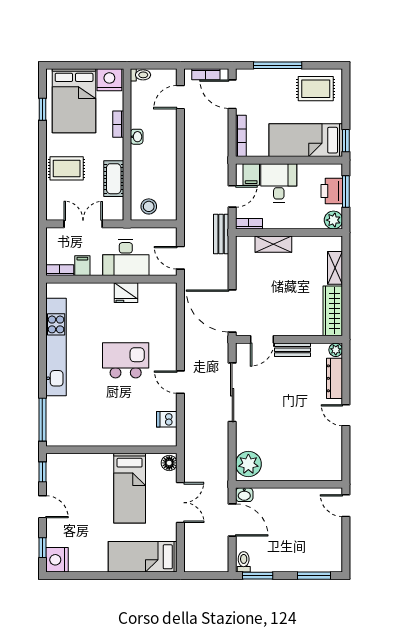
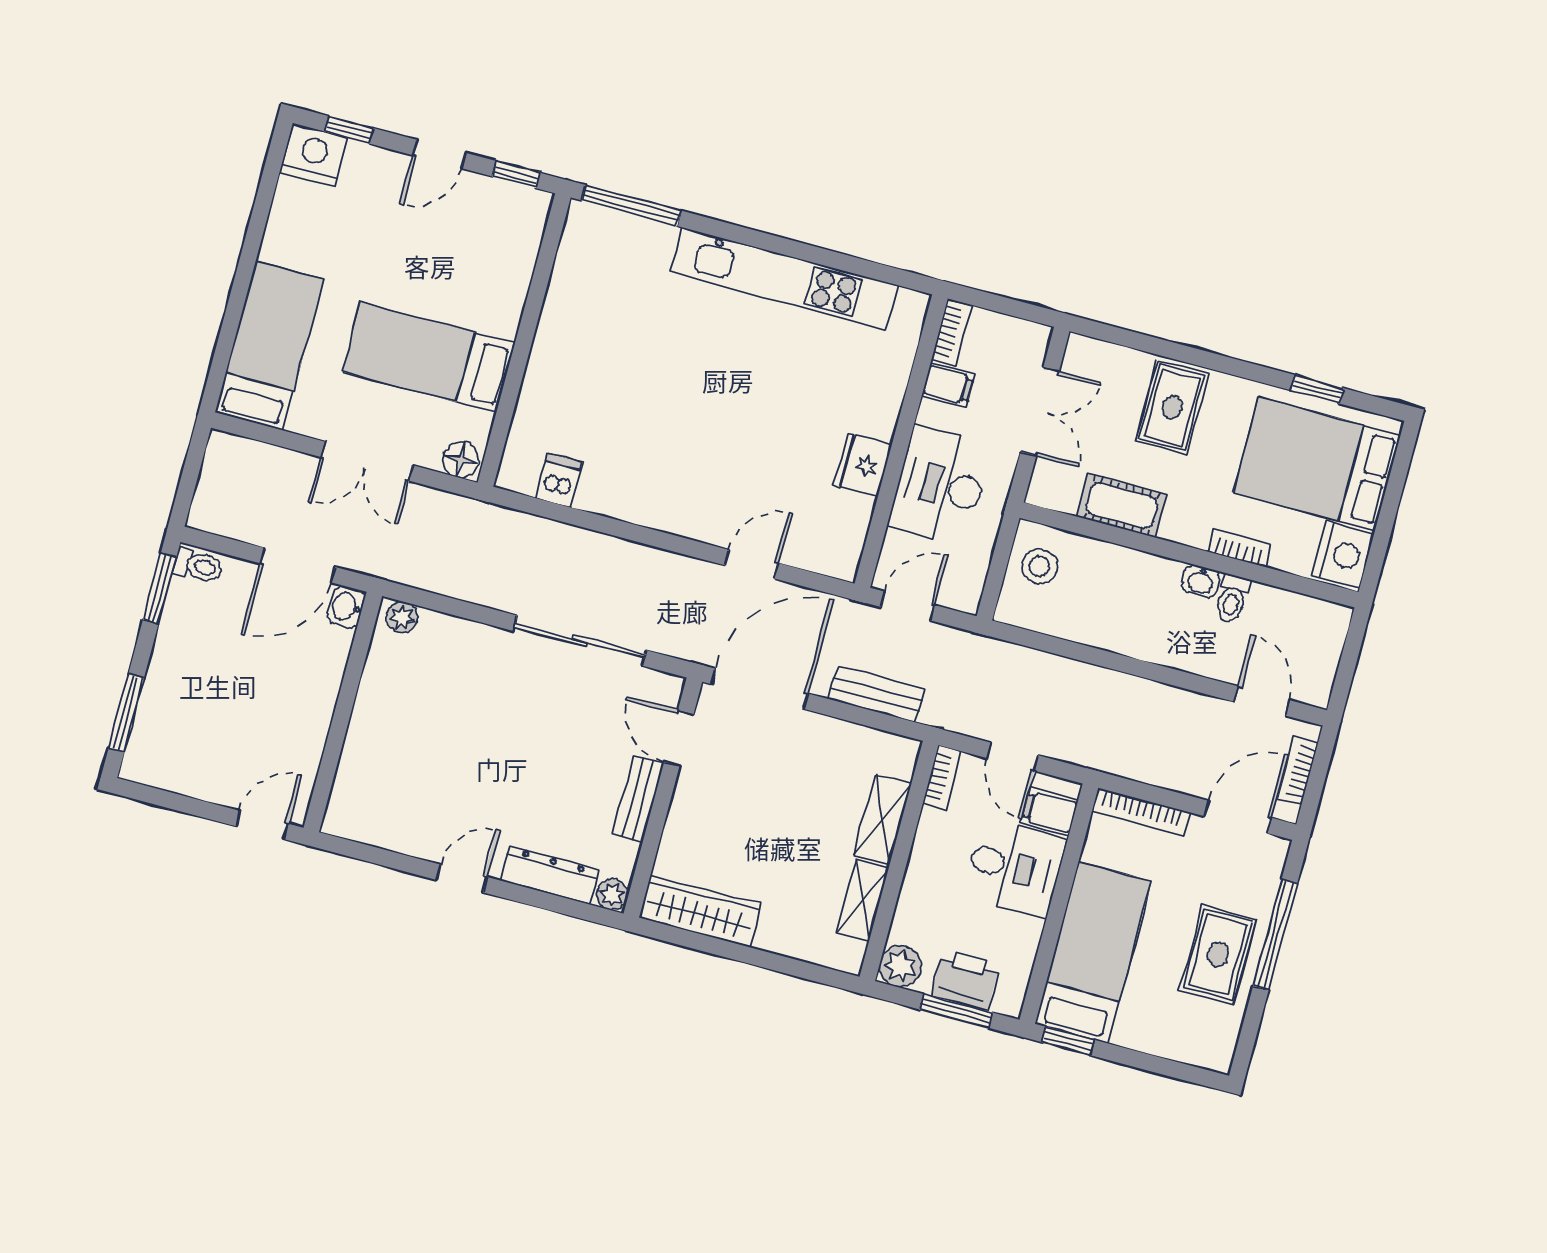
toilet: (140, 75) -> (1232, 598), moved
rug: (316, 89) -> (1218, 955), moved
bench: (221, 234) -> (876, 694), moved
shelving: (335, 268) -> (863, 900), moved, turned 90
kitchen island: (126, 360) -> (713, 424), removed
door: (180, 382) -> (751, 564), moved
plant: (248, 464) -> (402, 617), width x0.53, depth x0.53

